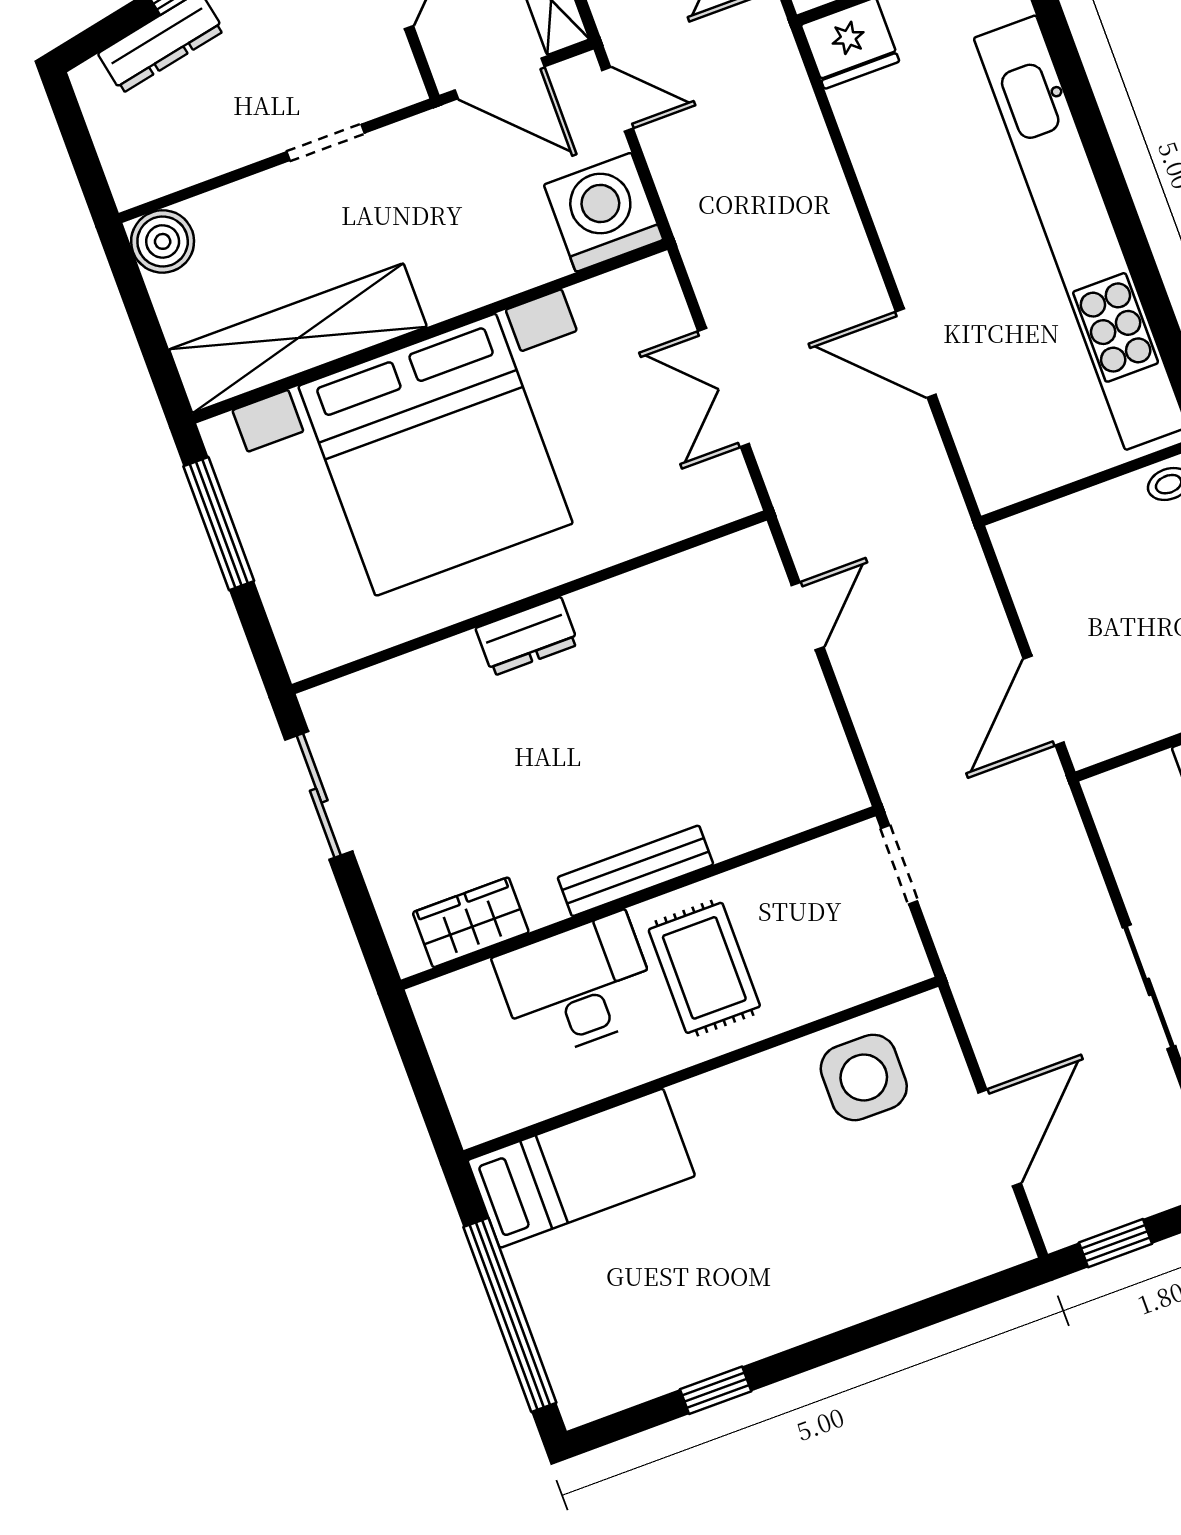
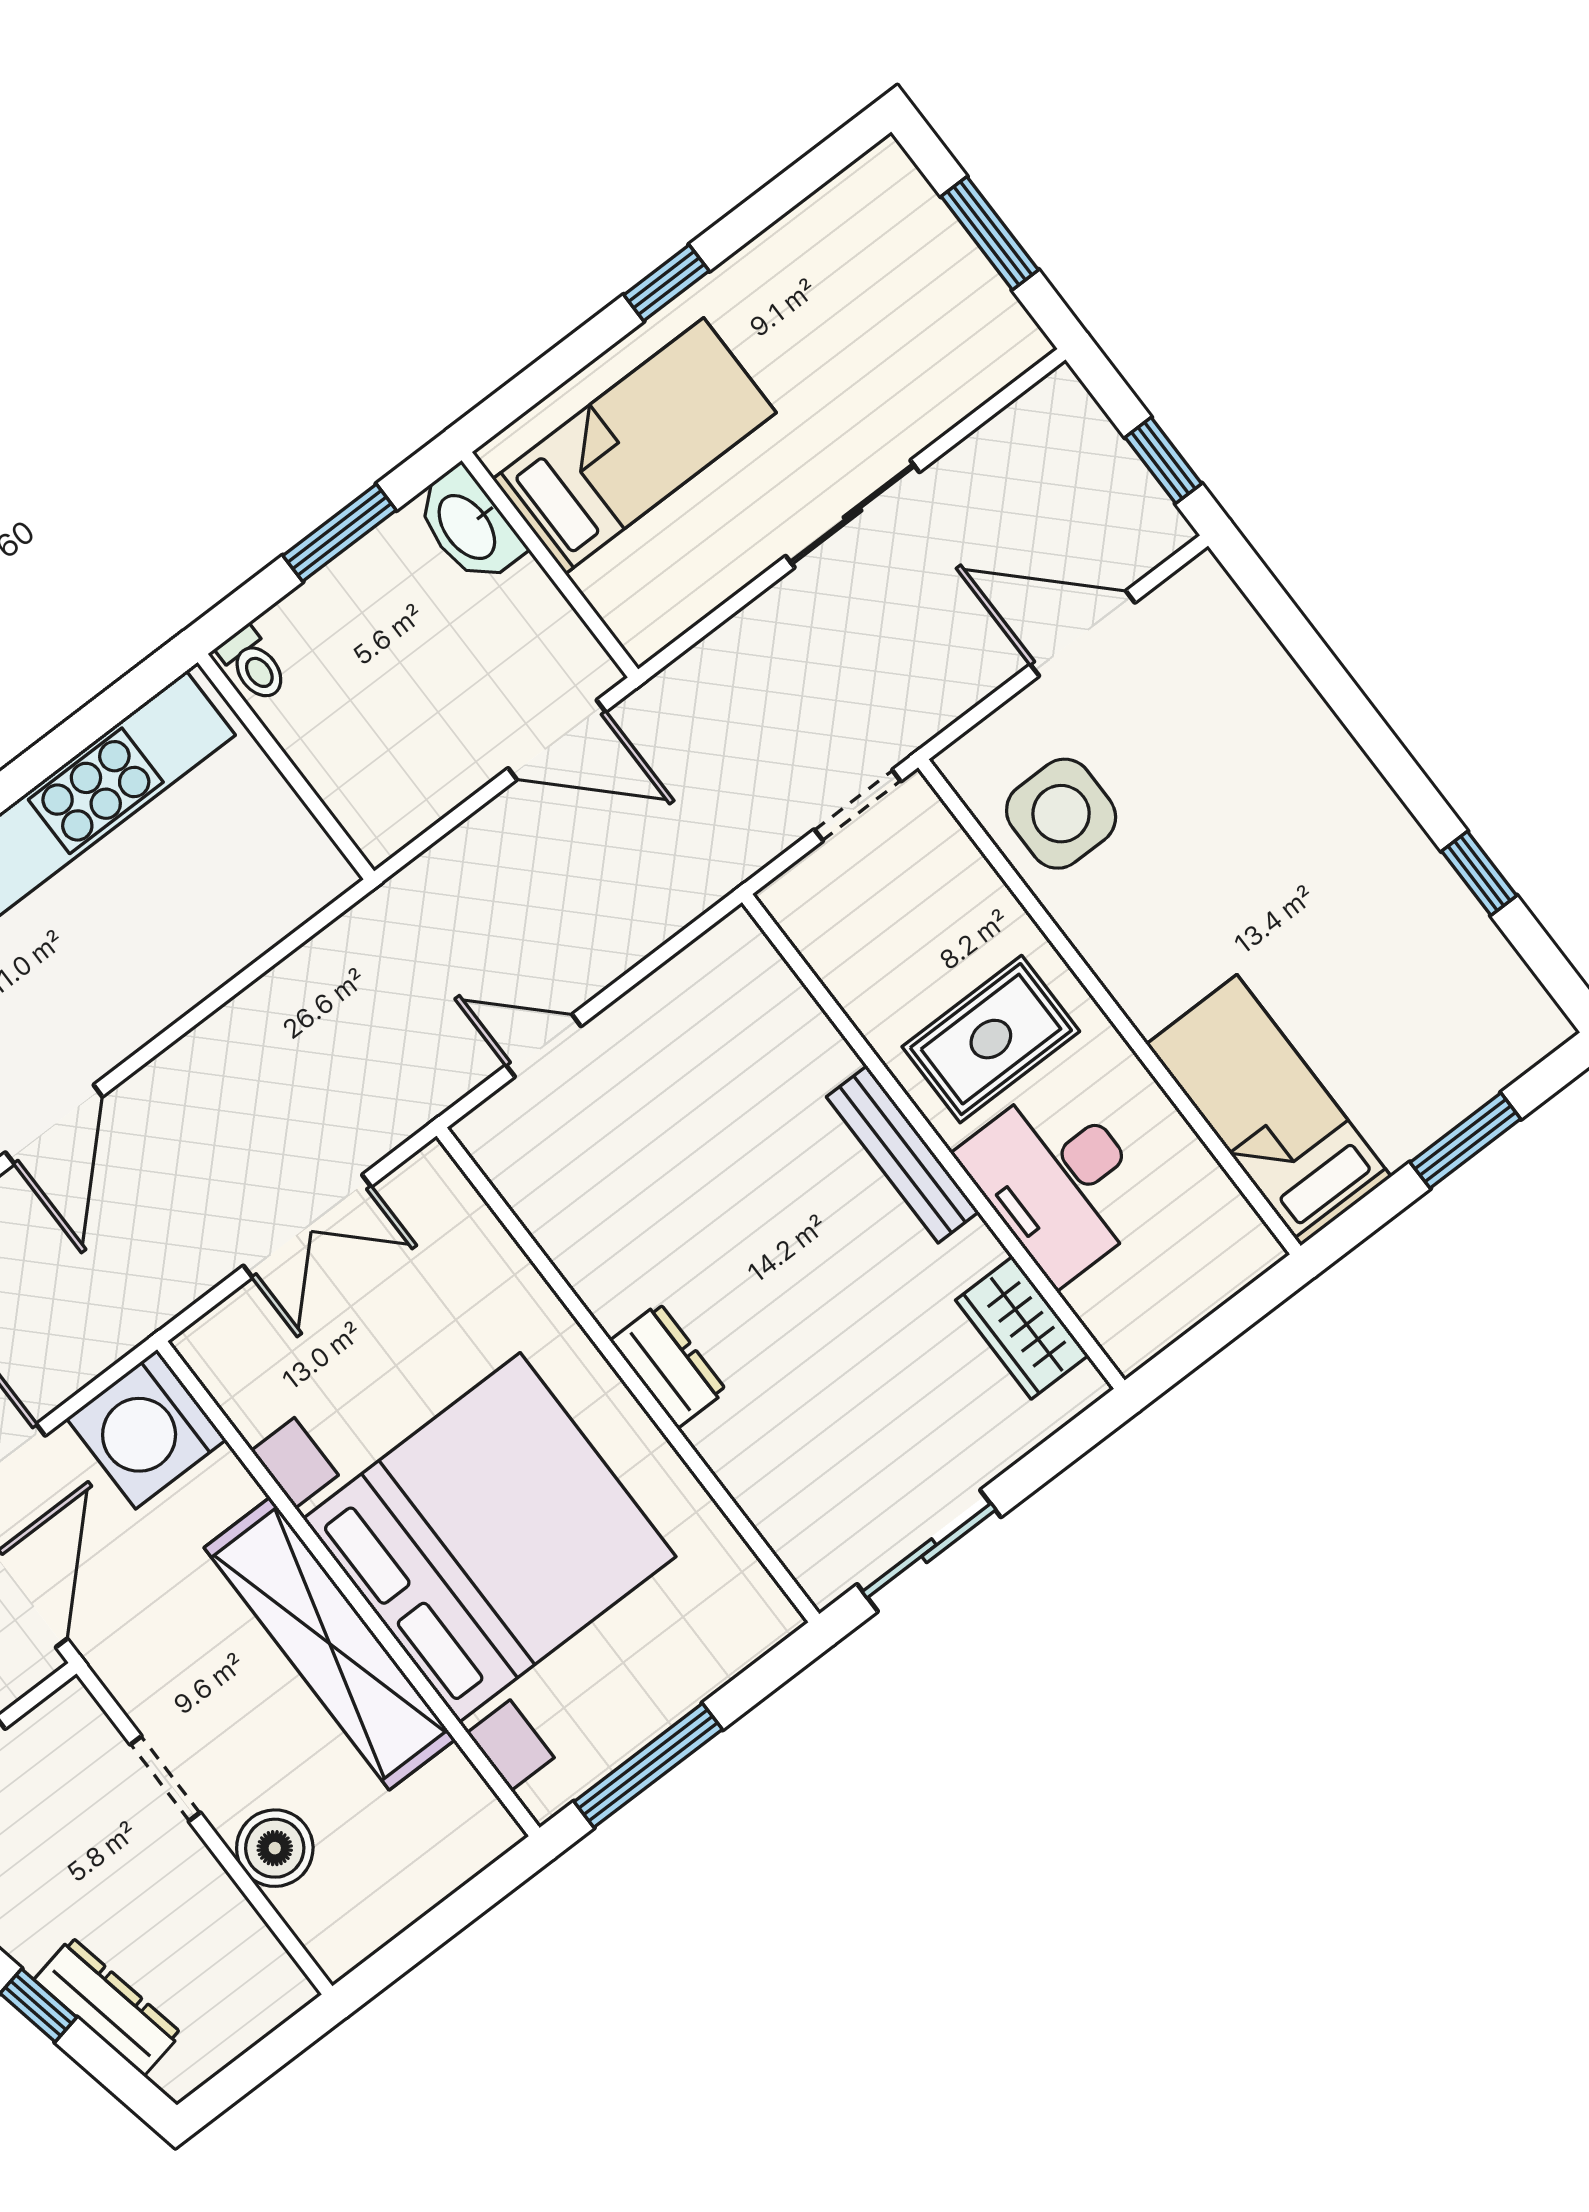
boiler: (163, 241) -> (275, 1848), moved
shelving: (298, 338) -> (330, 1644), moved
door: (916, 353) -> (54, 1124), moved
doorway: (899, 865) -> (858, 805), moved
window: (510, 1315) -> (1465, 1141), width x0.47

